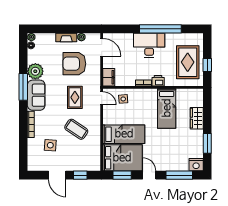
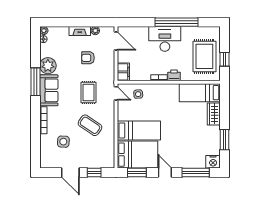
armchair: (74, 64) -> (88, 58), width x0.53, depth x0.53
bed: (167, 108) -> (200, 93), moved, turned 90

